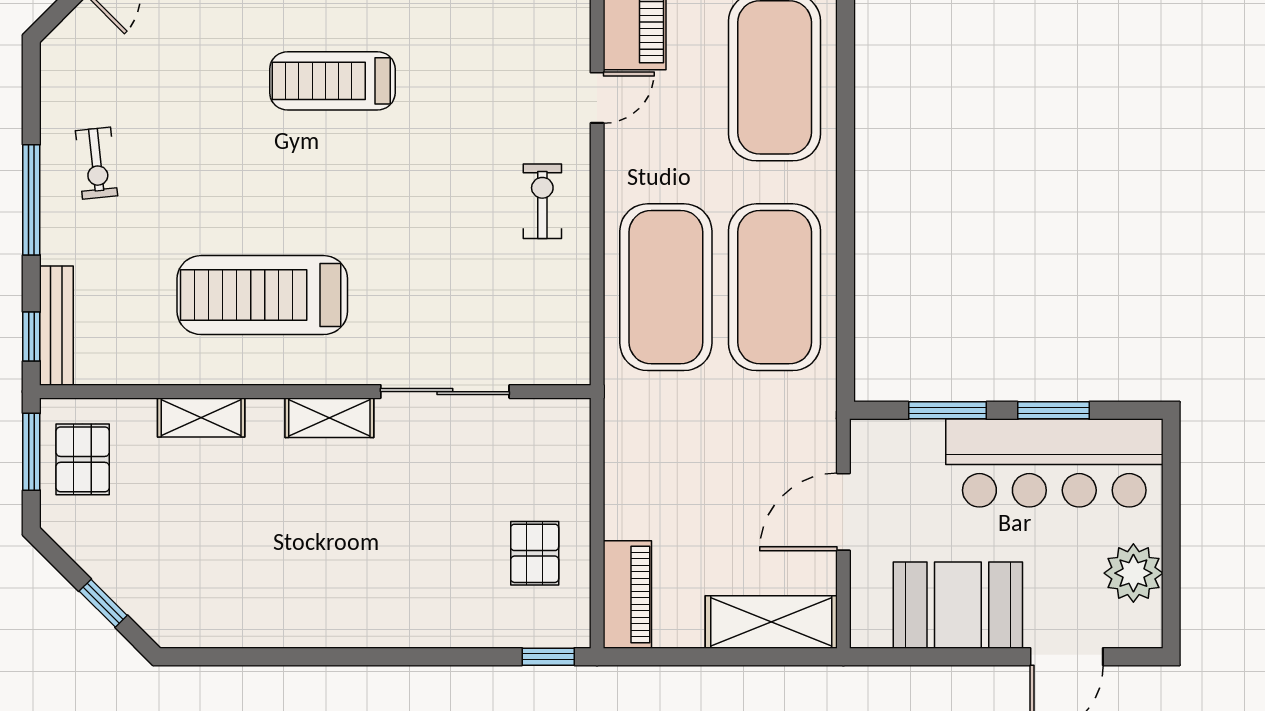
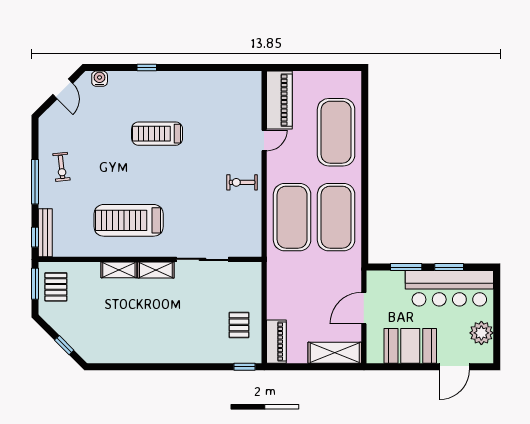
exercise bike: (542, 201) -> (242, 182), turned -90
shelving: (201, 417) -> (119, 270), moved

